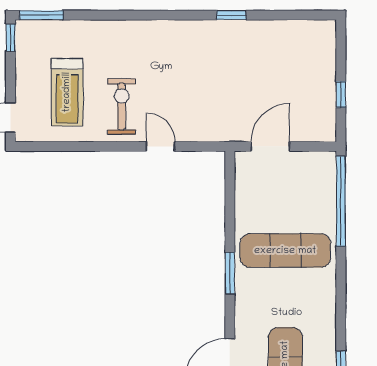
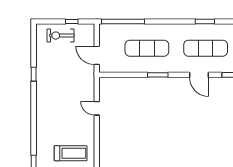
exercise bike: (122, 107) -> (61, 36), moved
door: (161, 146) -> (97, 108), hinge flipped
exercise mat: (285, 251) -> (147, 48), turned 90

